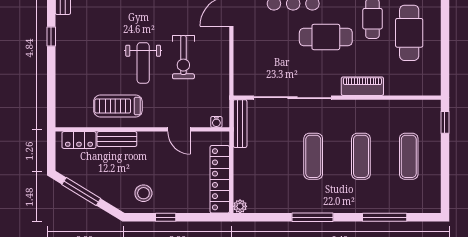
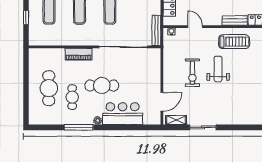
exercise bike: (183, 57) -> (192, 73), turned 180
window: (445, 122) -> (26, 18), moved

